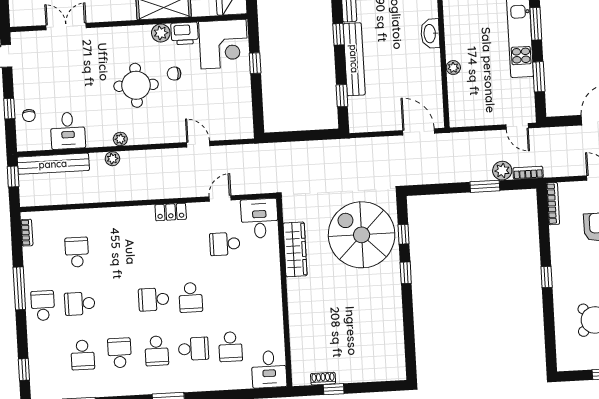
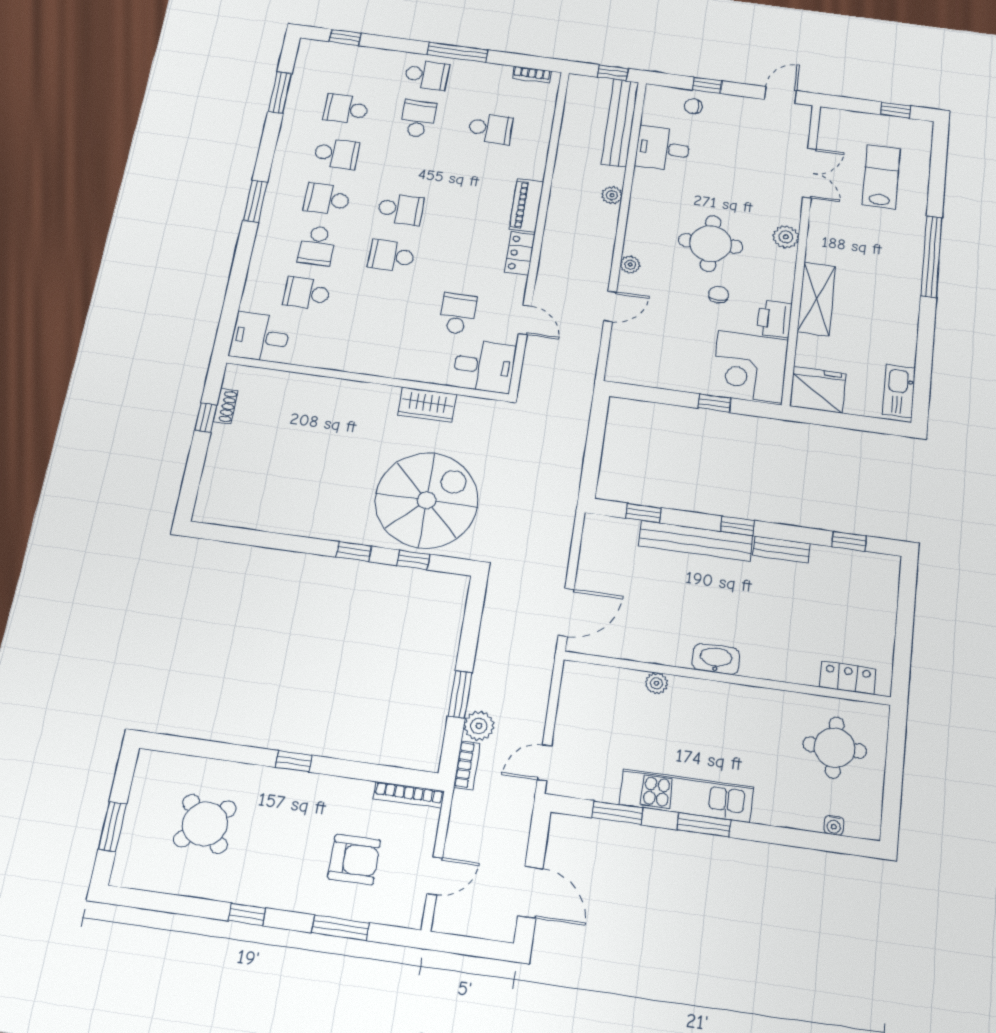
plant: (161, 33) -> (786, 237), moved
plant: (120, 139) -> (630, 265), moved
piano: (133, 215) -> (526, 205), added
wardrobe: (295, 249) -> (427, 405), width x0.67
school desk: (154, 299) -> (401, 209), turned 90

